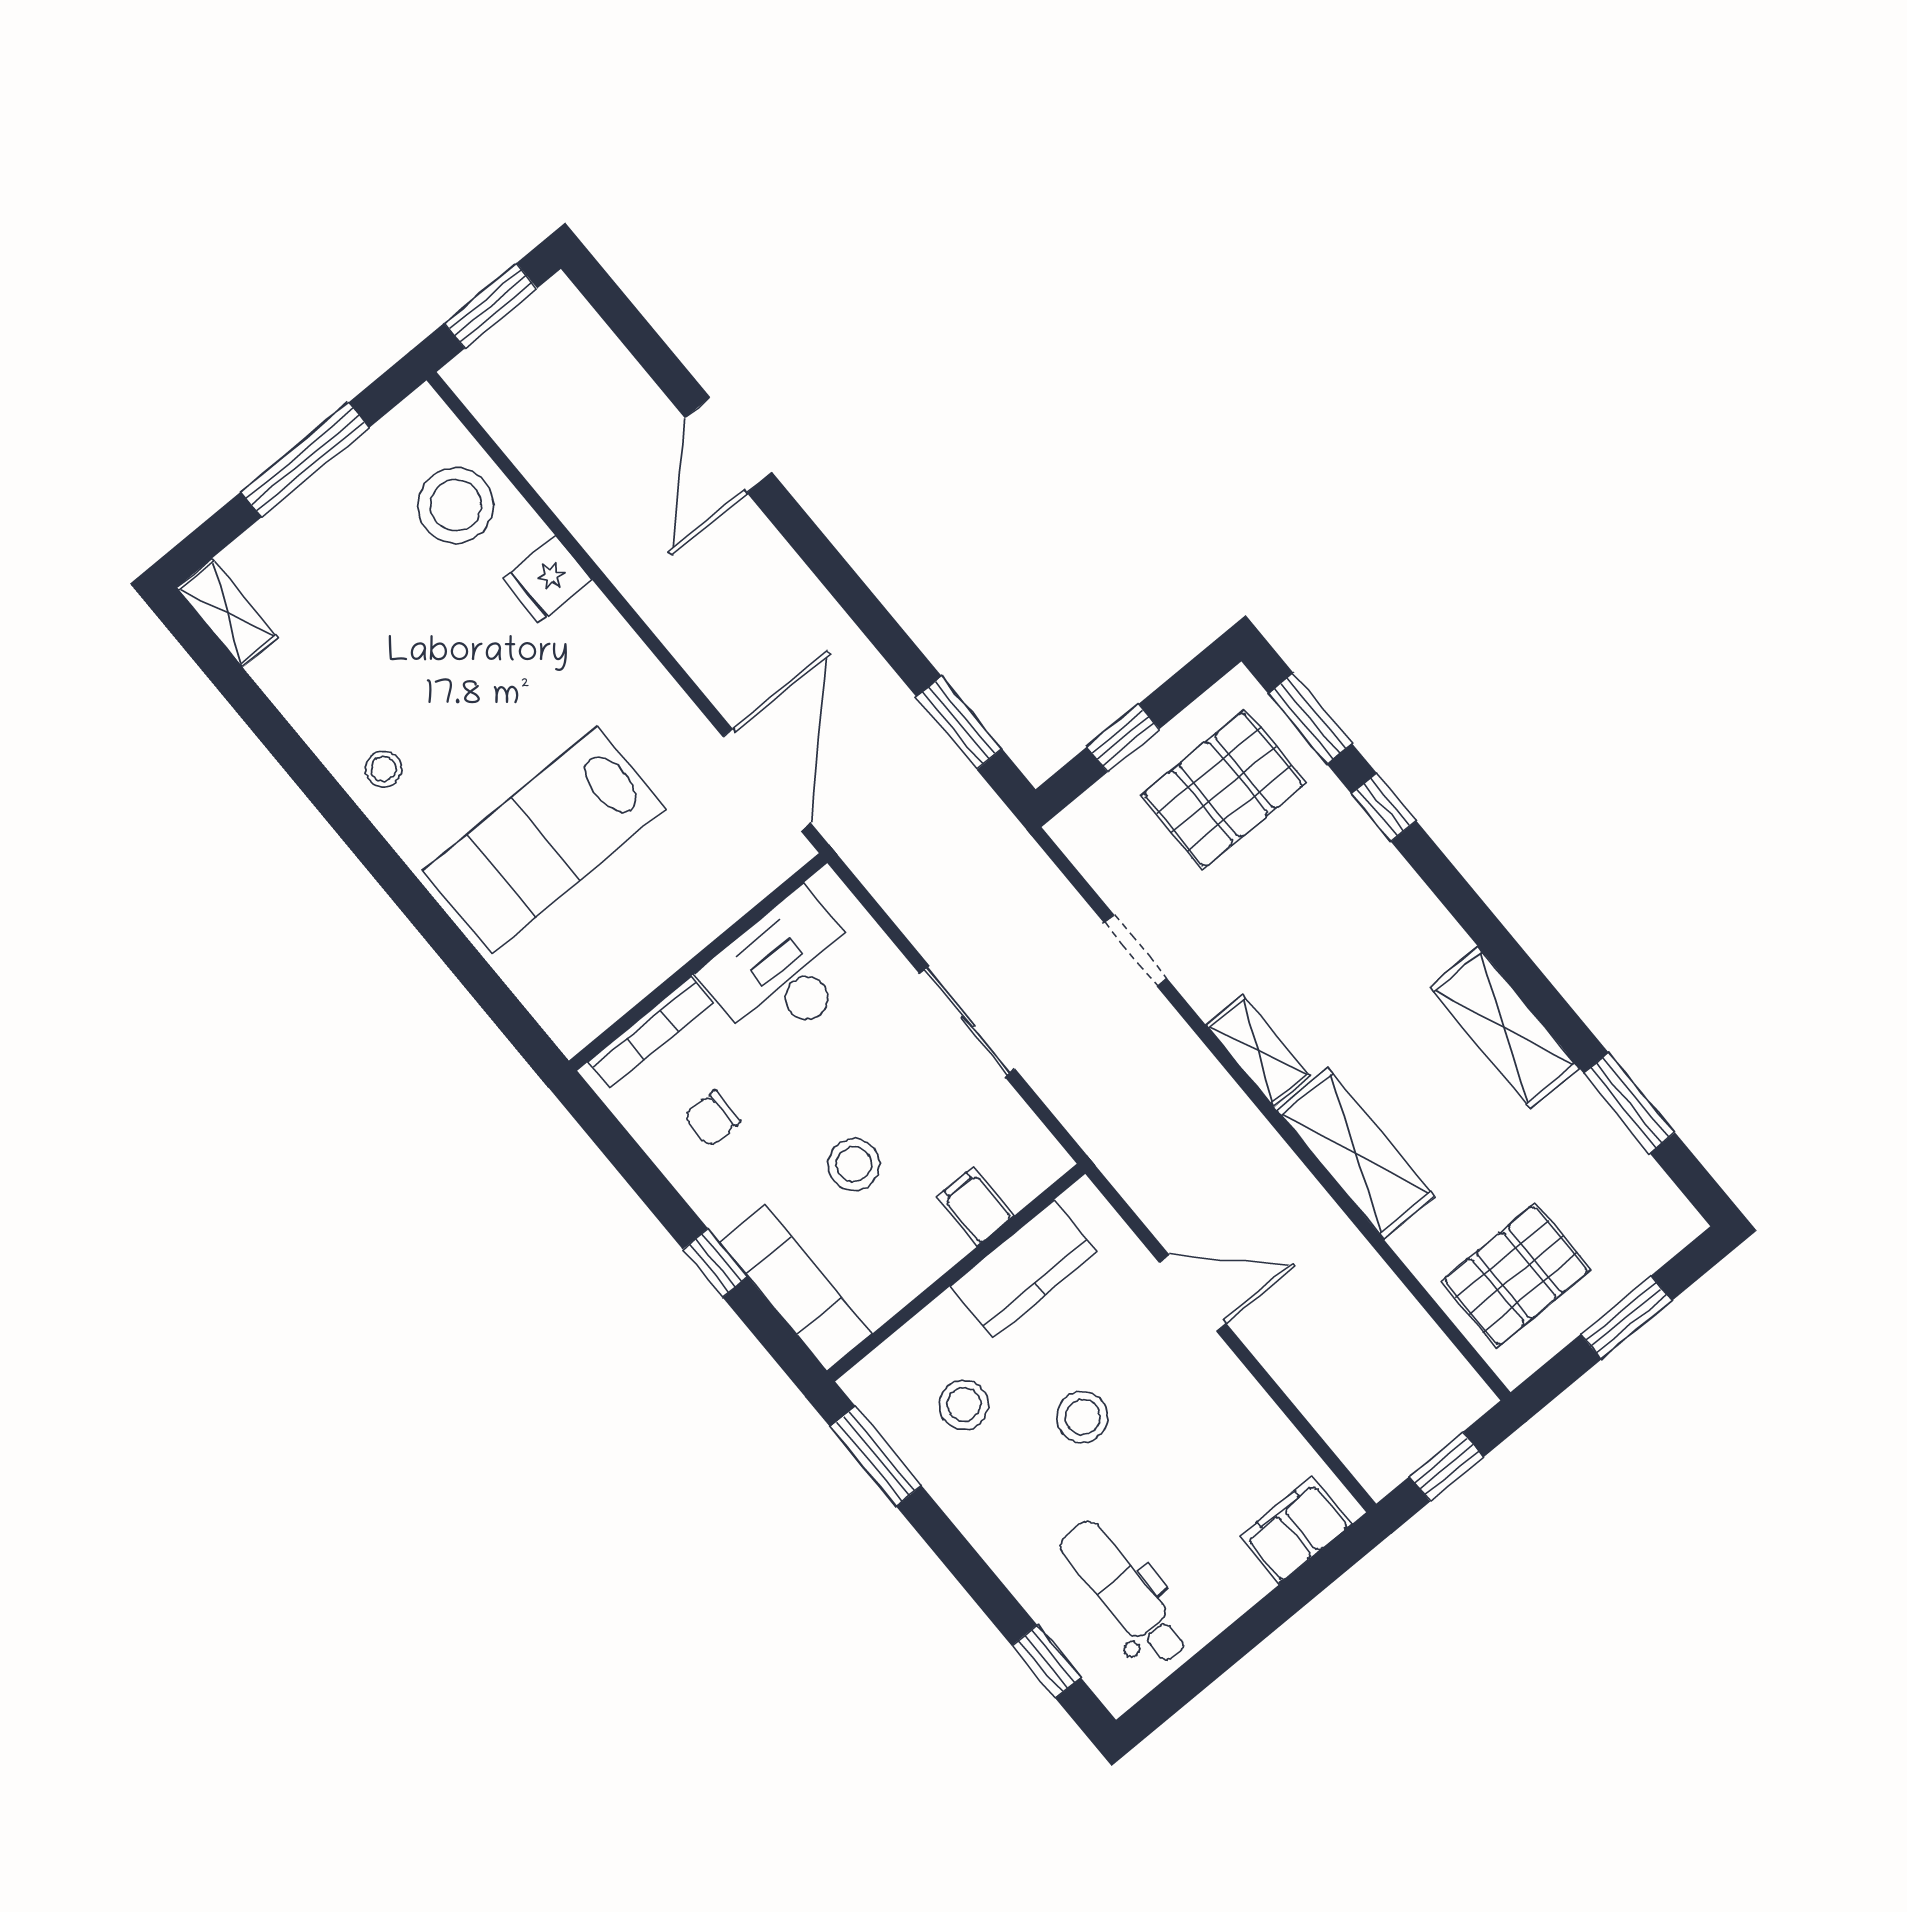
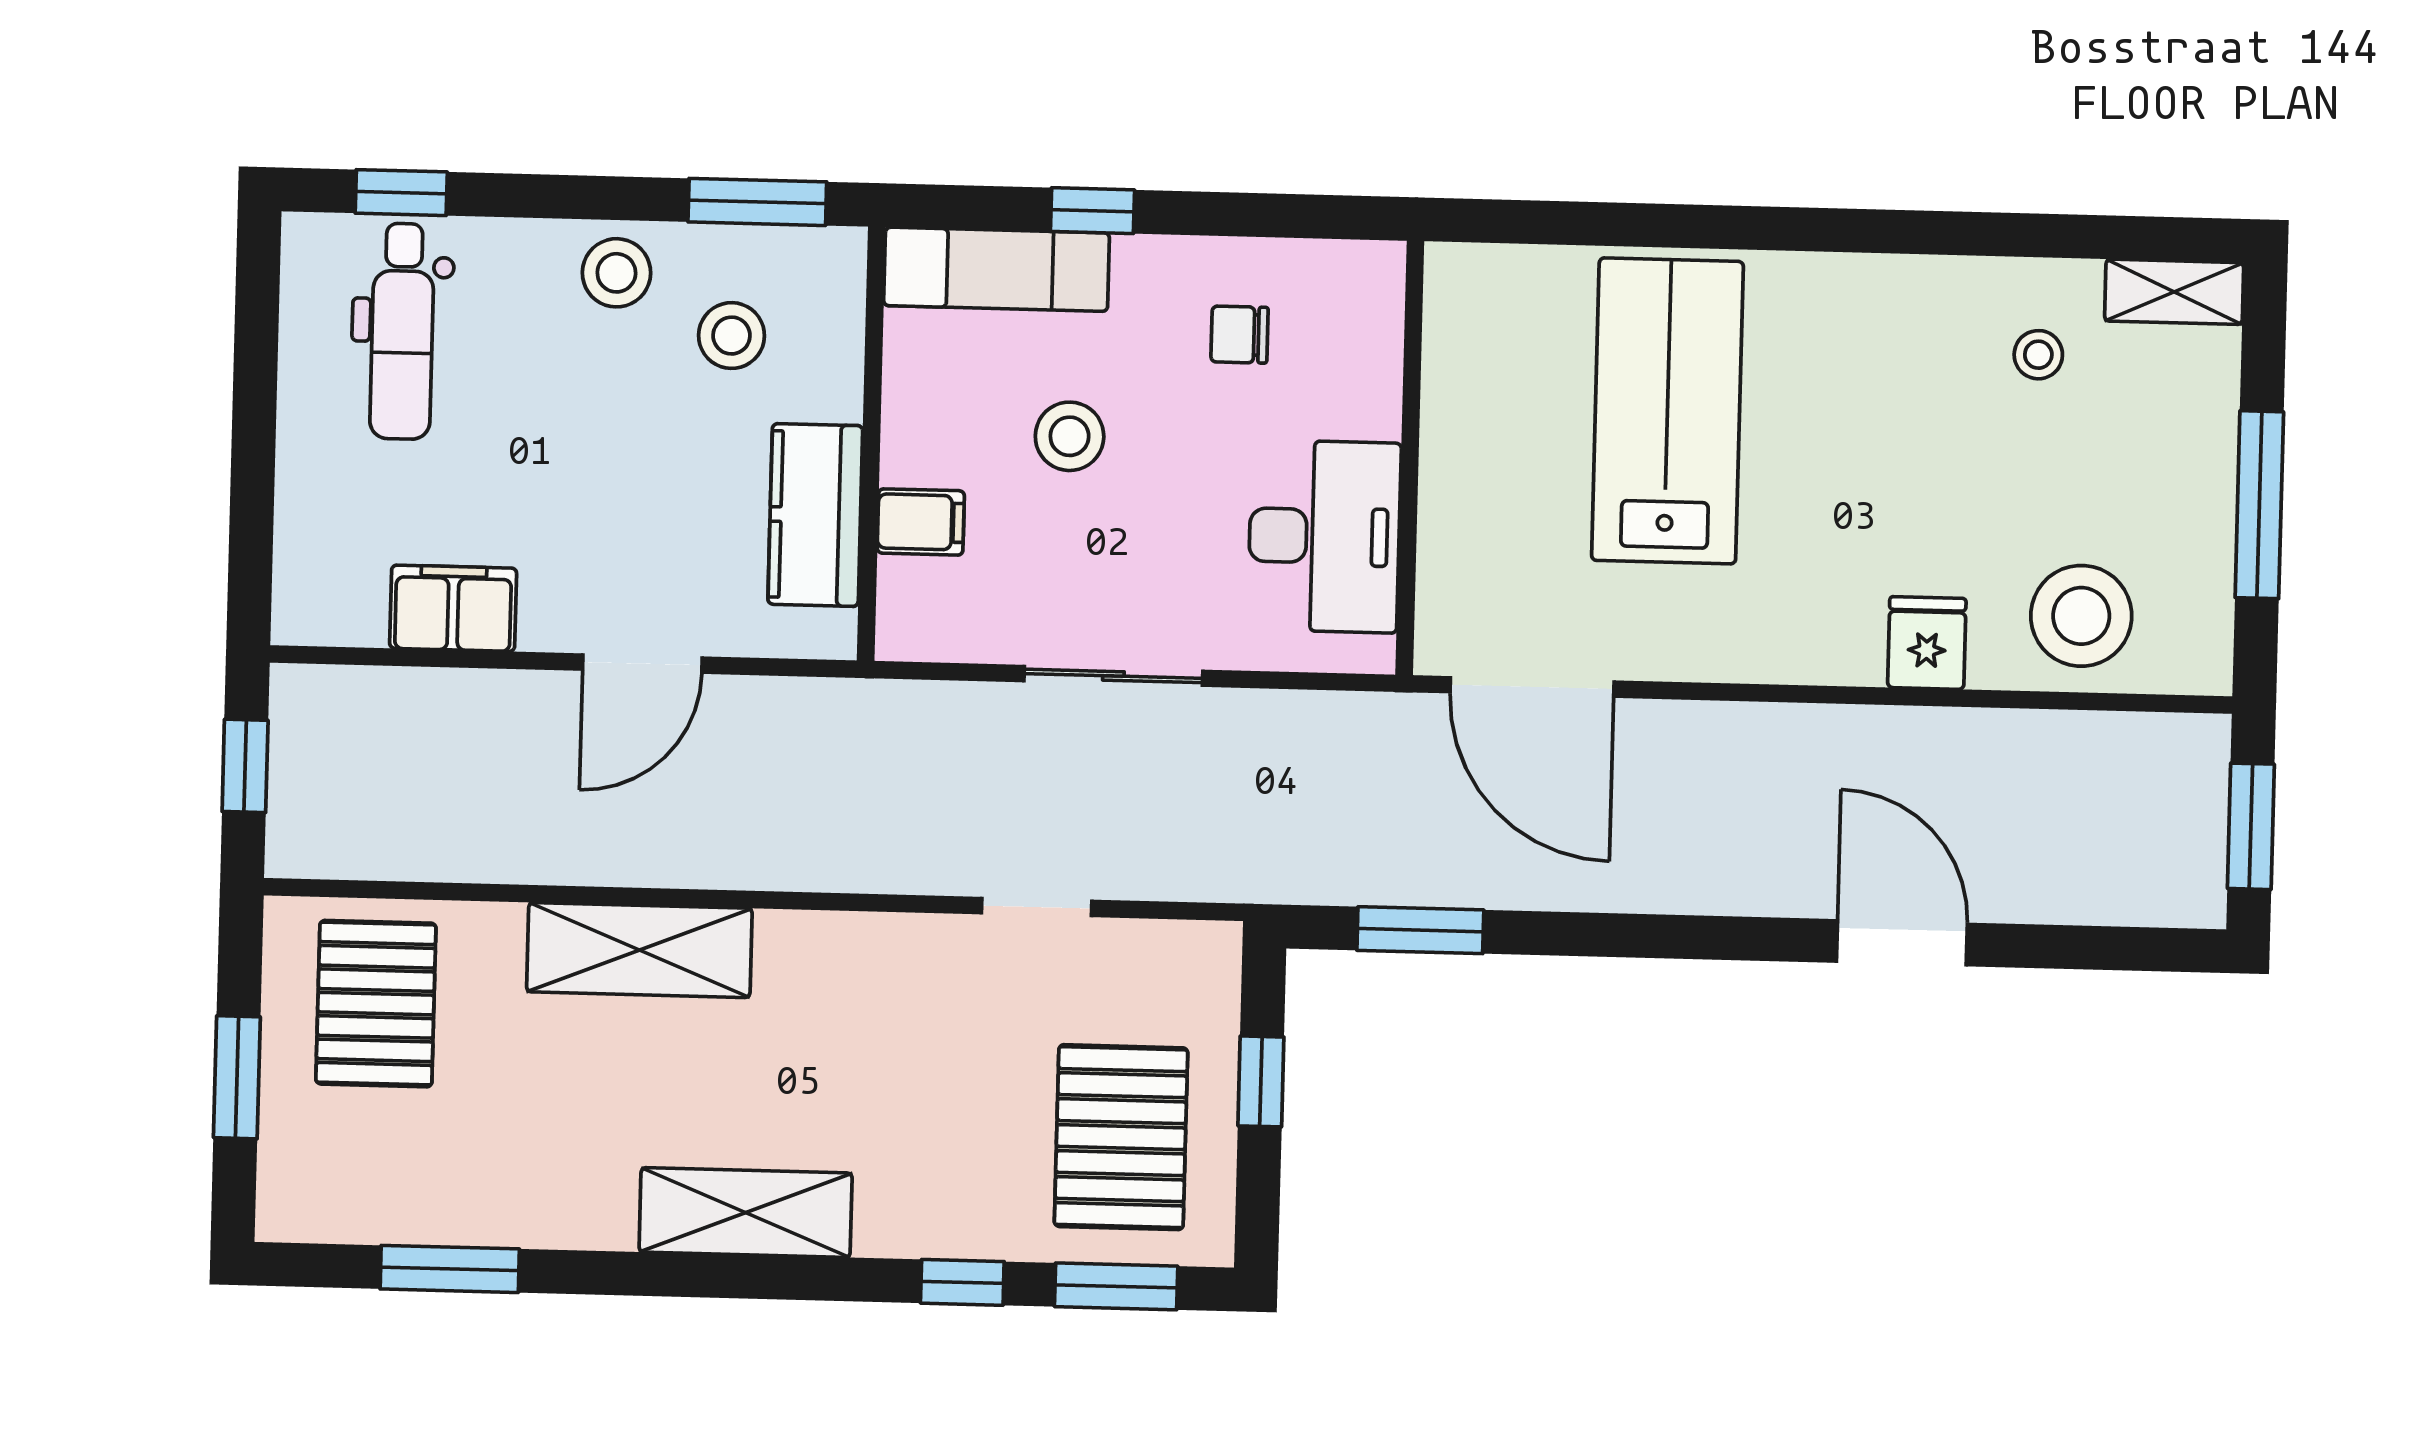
stool: (384, 769) -> (2038, 355), moved
shelving: (1504, 1028) -> (746, 1213), moved
bookcase: (650, 1032) -> (1381, 348), removed
shelving: (1258, 1051) -> (828, 942), removed
chair: (713, 1119) -> (1240, 335), turned -90
stool: (1083, 1417) -> (616, 273), moved
filing cabinet: (1295, 1530) -> (453, 608), moved, turned -90
dental chair: (1124, 1593) -> (402, 331), turned 90

